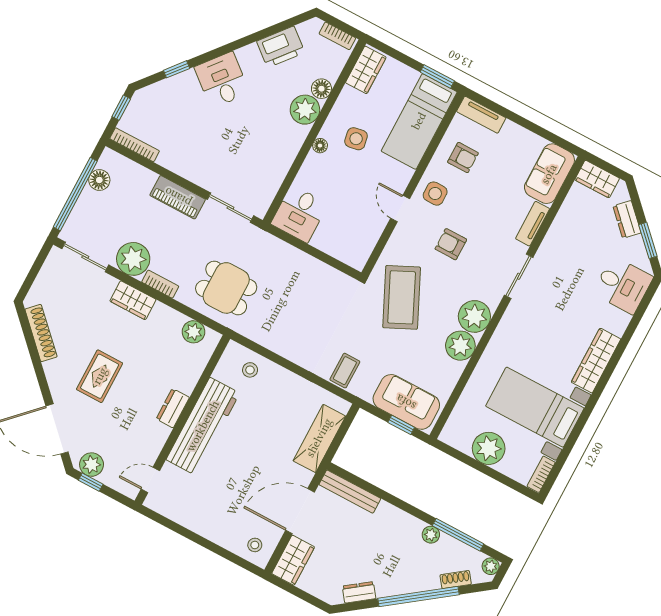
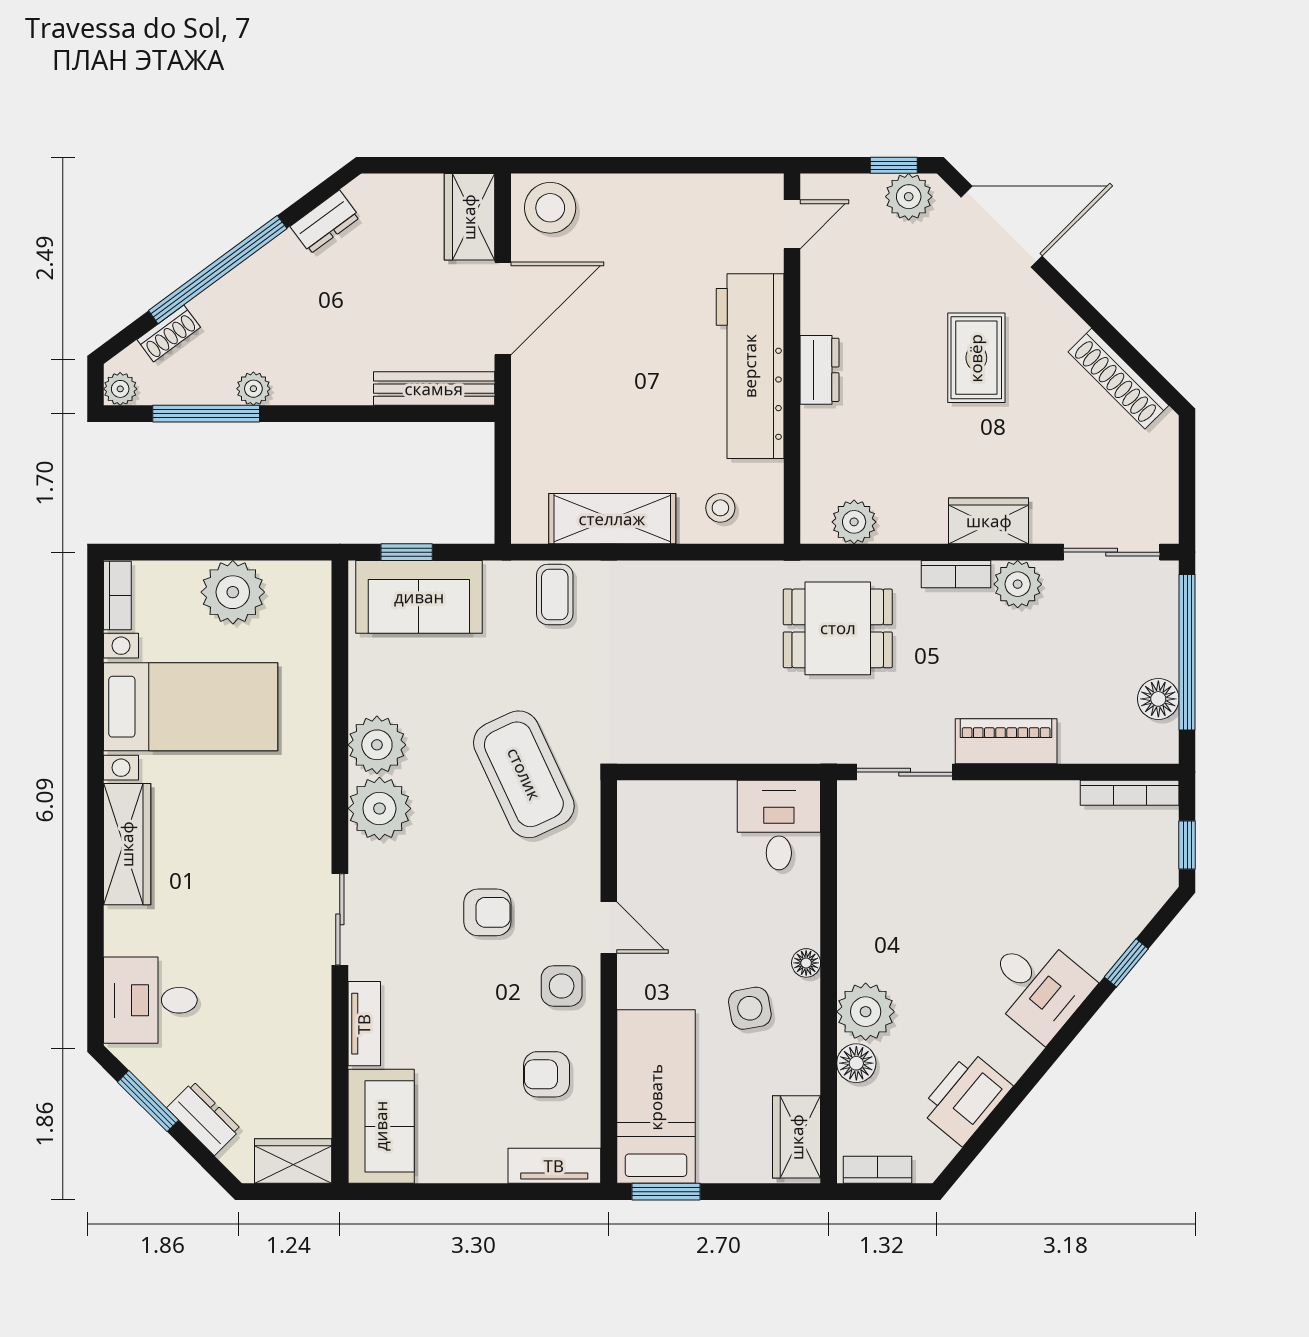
plant: (133, 259) -> (1018, 584), width x0.73, depth x0.73
shelving: (319, 438) -> (612, 519), moved, turned 90
stool: (255, 545) -> (550, 208), width x1.89, depth x1.89

